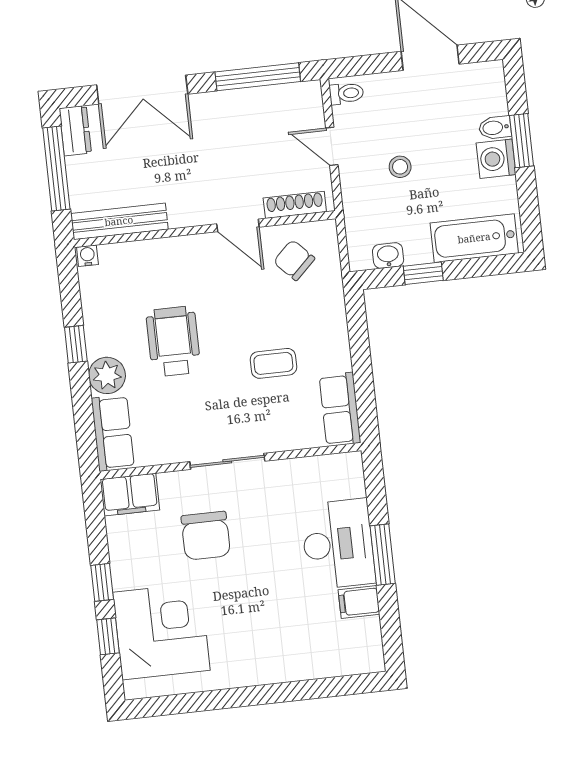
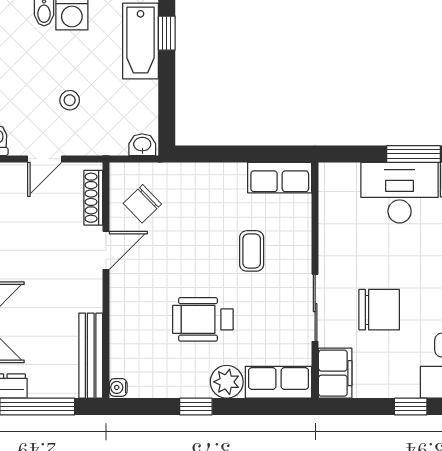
washbasin: (388, 256) -> (142, 145), moved, turned 90
window: (423, 273) -> (167, 33), moved
coffee table: (273, 363) -> (252, 251), moved
sliding door: (227, 461) -> (315, 308), moved

